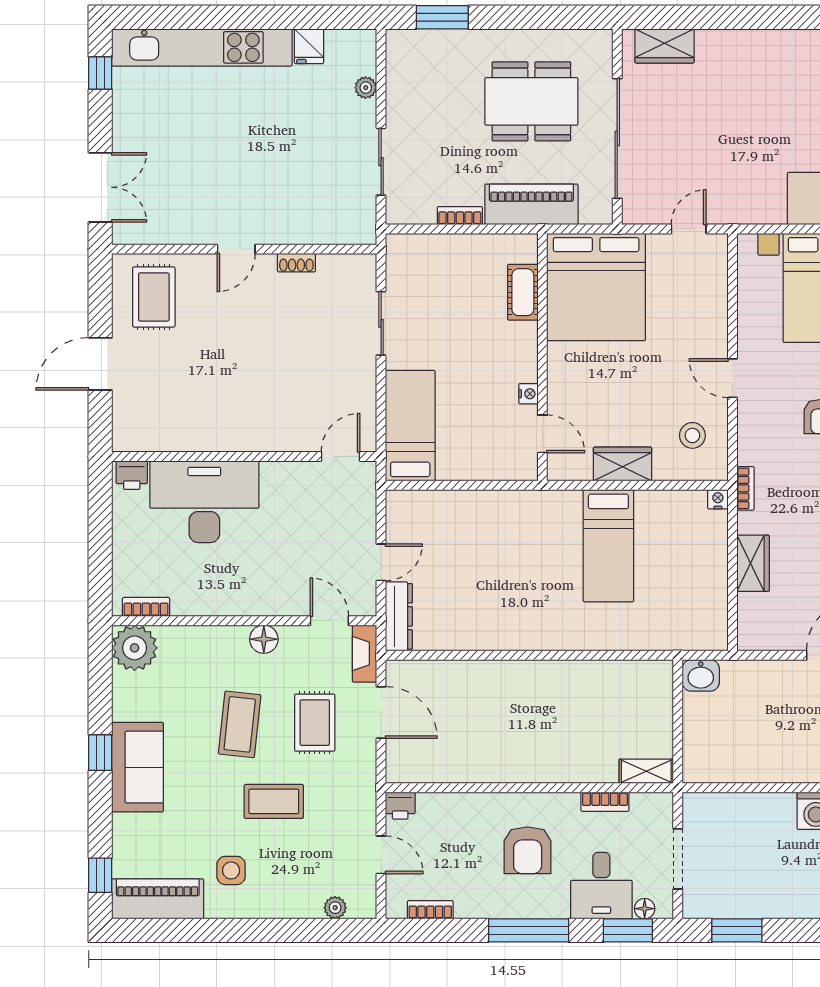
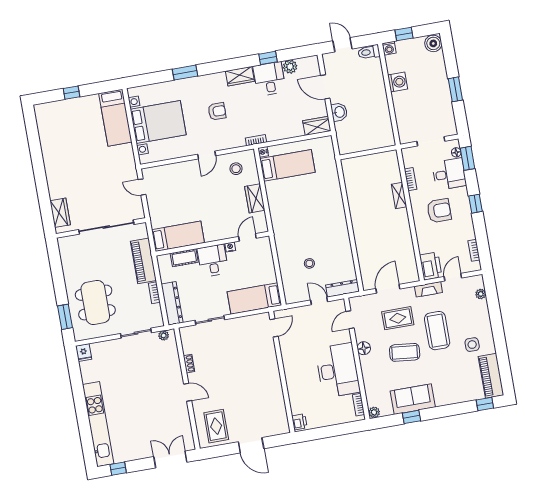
fridge: (309, 46) -> (84, 353), moved, turned 90
plant: (366, 88) -> (164, 335), moved
dining table: (531, 101) -> (95, 302), moved
dresser: (431, 249) -> (172, 303), added
bed: (596, 287) -> (178, 236), width x0.49
rug: (154, 297) -> (216, 426), turned 90
desk: (506, 352) -> (213, 261), added
door: (340, 456) -> (274, 328), swing flipped
desk: (204, 502) -> (338, 370), moved, turned 180
bed: (608, 546) -> (287, 165), moved
stool: (464, 556) -> (309, 263), added
wardrobe: (753, 563) -> (317, 126), moved
plant: (135, 648) -> (374, 412), width x0.53, depth x0.53
fireplace: (365, 654) -> (428, 289), moved
washbasin: (701, 675) -> (339, 112), moved
window: (100, 753) -> (412, 417), moved
sofa: (138, 767) -> (413, 399), moved
shelving: (646, 771) -> (399, 195), moved
coffee table: (274, 801) -> (437, 331), width x1.36, depth x1.32
printer: (400, 806) -> (431, 266), width x1.87, depth x1.48
window: (529, 930) -> (475, 204), width x0.46
window: (737, 930) -> (455, 89), moved

